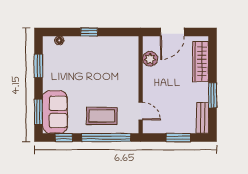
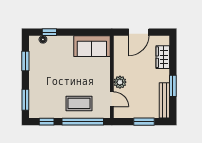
window: (89, 32) -> (49, 32), moved
plant: (150, 59) -> (120, 82), moved
wardrobe: (201, 61) -> (163, 57), width x0.67
sofa: (55, 112) -> (92, 46), moved, turned 90
bench: (203, 118) -> (164, 100), width x1.36

